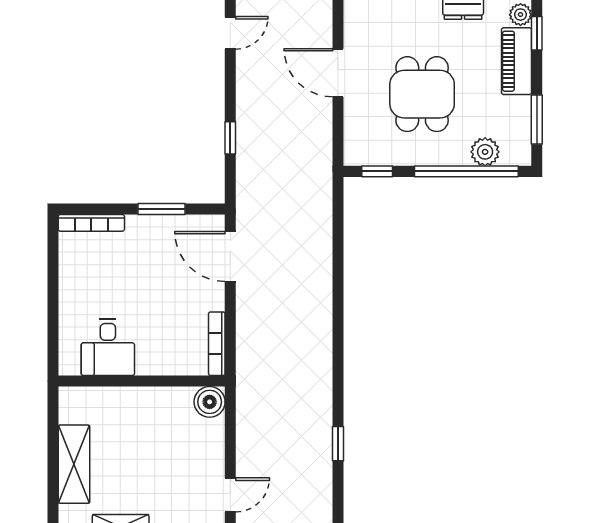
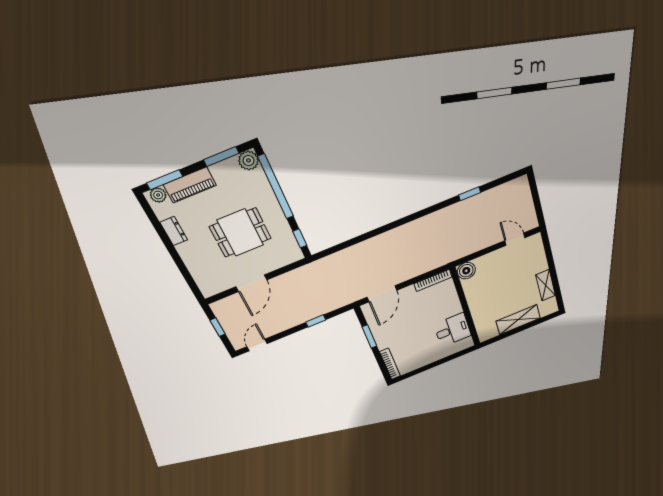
door: (230, 33) -> (257, 345), hinge flipped
window: (537, 33) -> (165, 180), width x1.50
plant: (485, 152) -> (248, 160), moved

